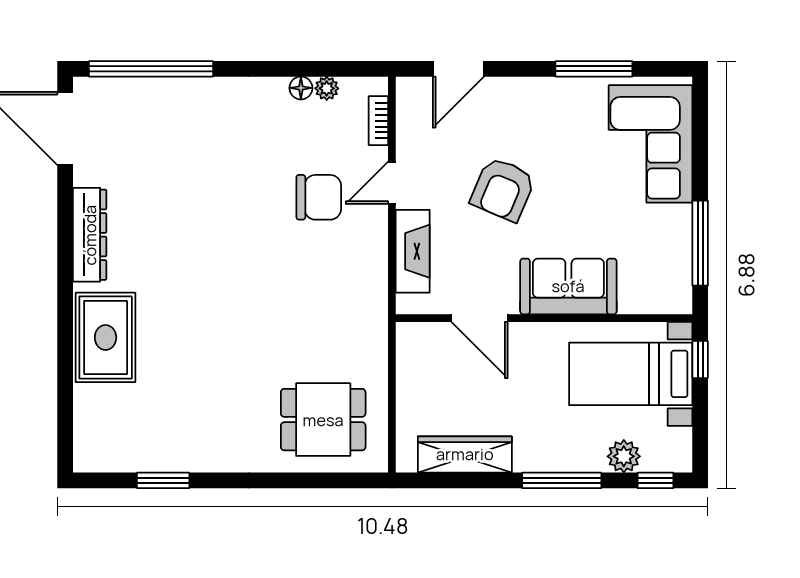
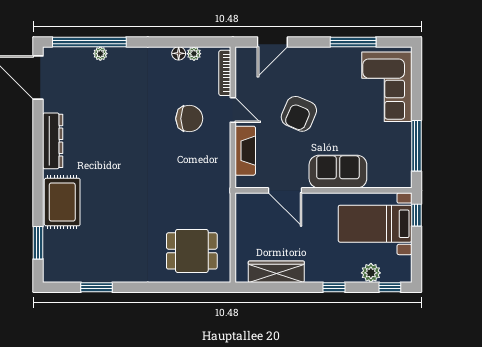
plant: (169, 88) -> (100, 54), added
bookcase: (378, 121) -> (225, 73), width x1.56
door: (392, 183) -> (233, 110), swing flipped
window: (65, 406) -> (38, 243), added
window: (562, 480) -> (334, 287), width x0.46

